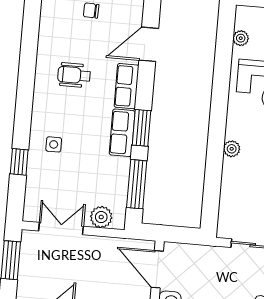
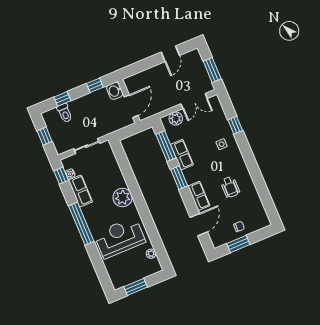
wheelchair: (74, 75) -> (230, 187), turned 90
row of seats: (122, 133) -> (182, 155), moved
plant: (232, 149) -> (123, 198), width x1.88, depth x1.88
door: (157, 269) -> (131, 106), hinge flipped

